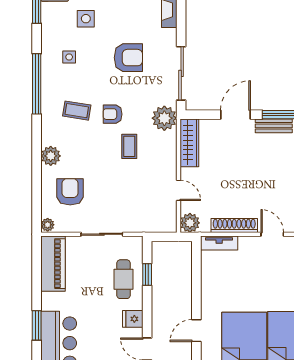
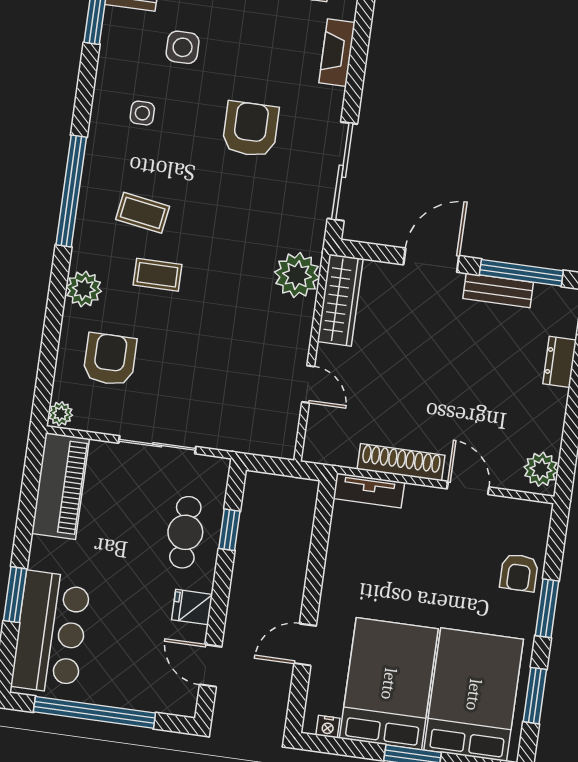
armchair: (128, 58) -> (250, 129), turned -90
window: (37, 84) -> (71, 191), moved
armchair: (113, 114) -> (207, 228), removed
plant: (164, 118) -> (297, 275), moved
coffee table: (129, 146) -> (157, 275), moved, turned 90
plant: (190, 223) -> (321, 446), removed

